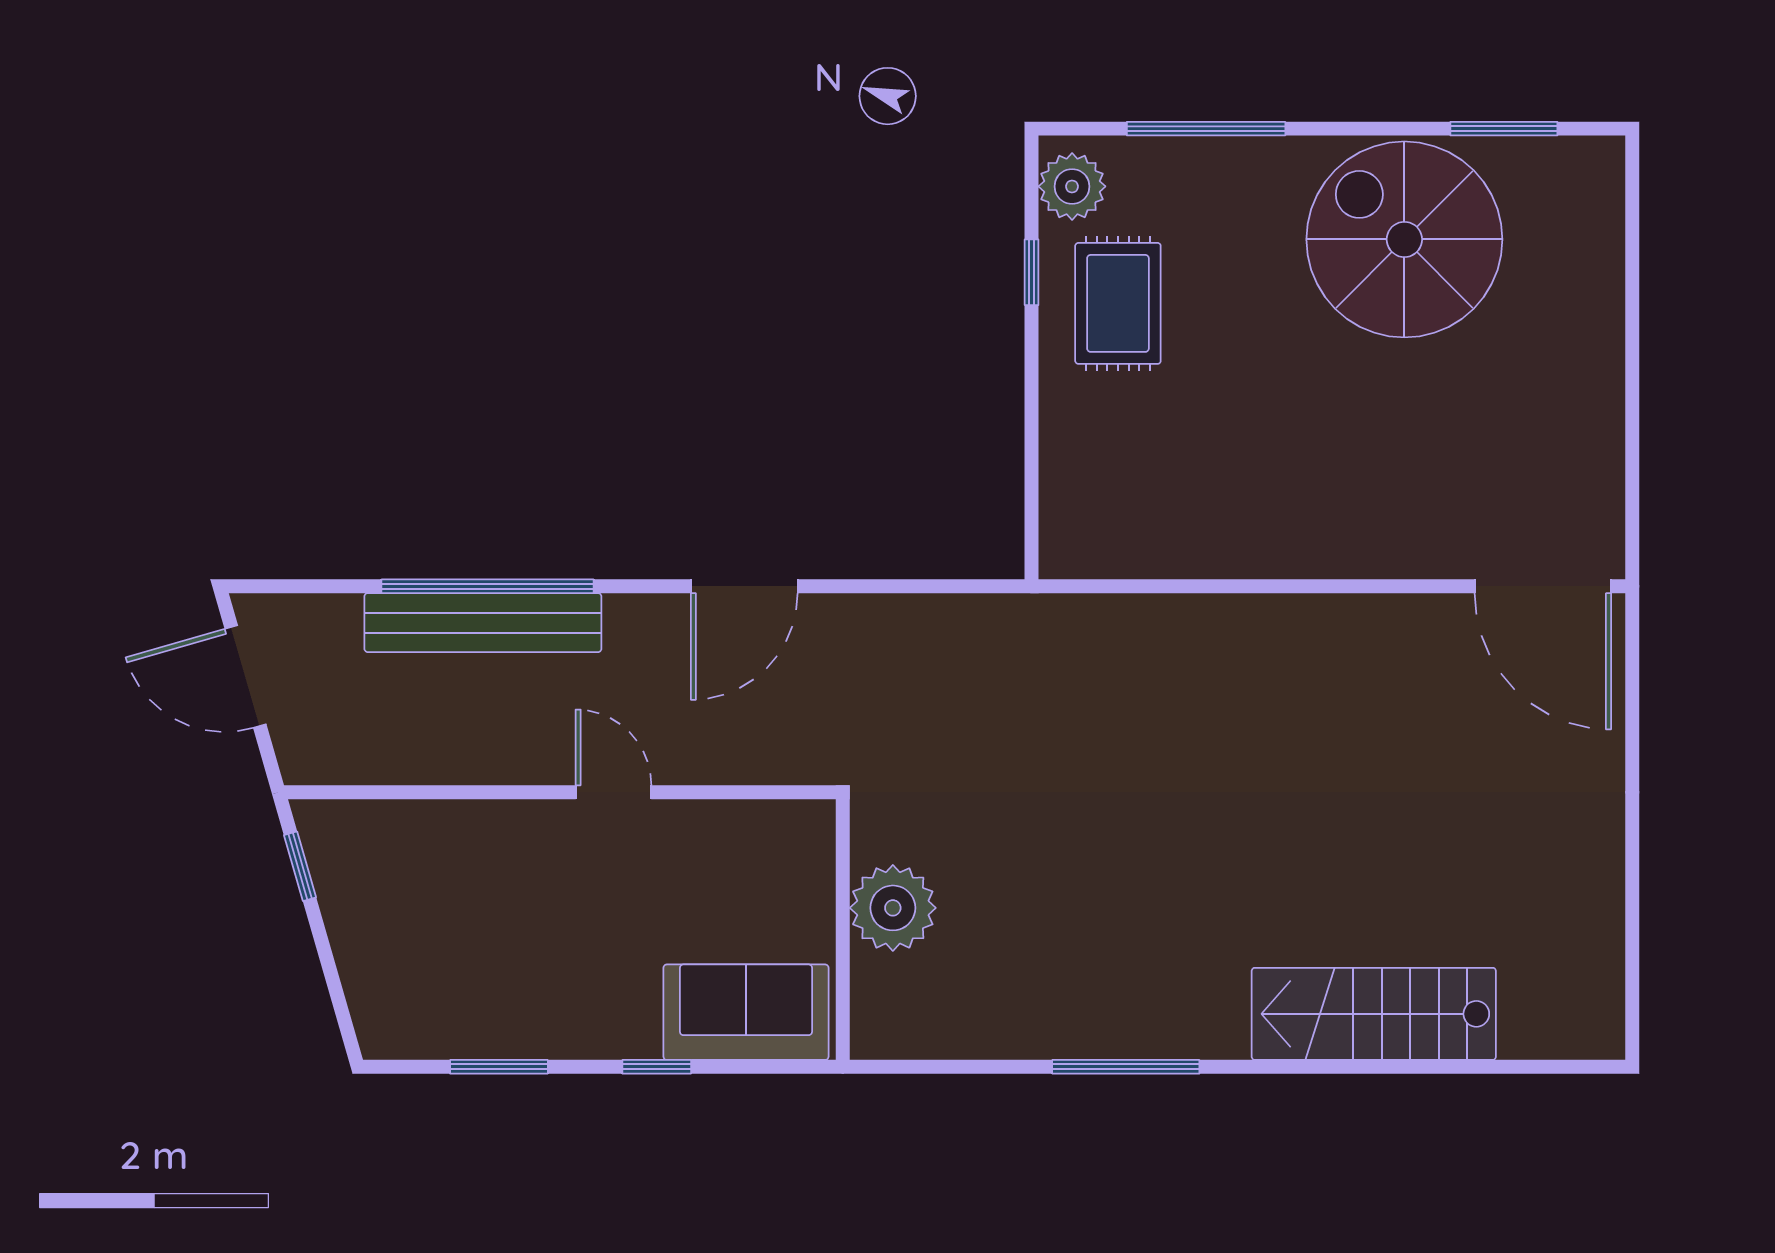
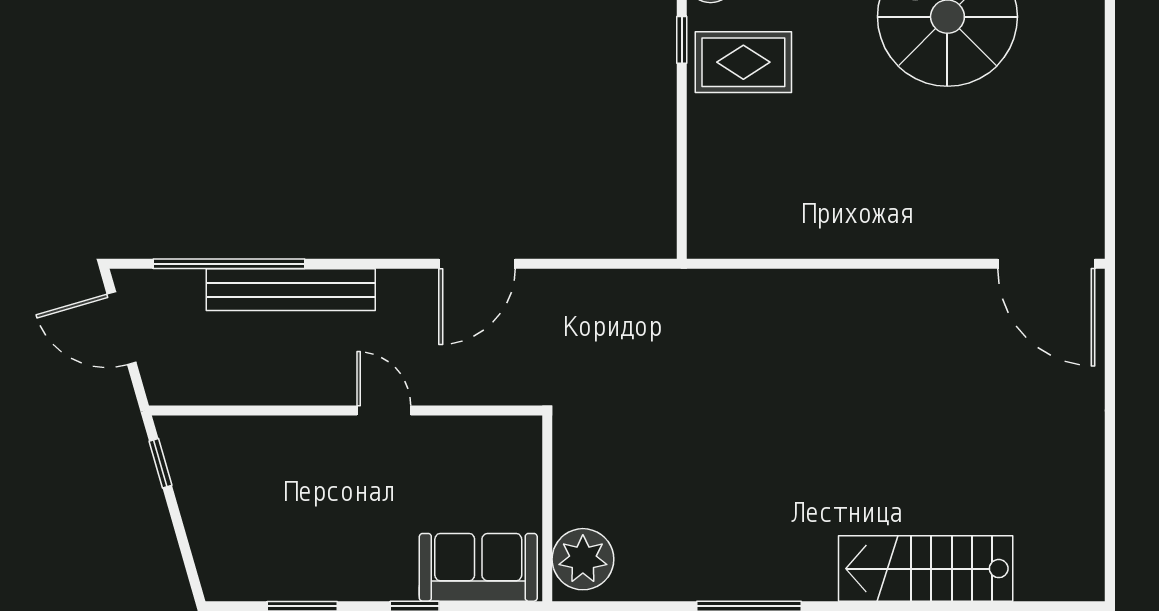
rug: (1118, 303) -> (743, 62), turned 90
window: (488, 586) -> (229, 264), moved
plant: (893, 908) -> (583, 559), moved

